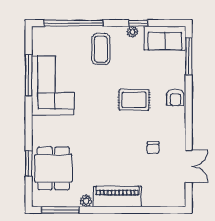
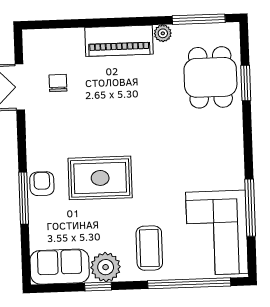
plant: (132, 32) -> (106, 267), width x1.88, depth x1.88
window: (189, 56) -> (24, 198), moved
corner sofa: (53, 85) -> (217, 233), moved
rug: (134, 100) -> (100, 178), width x1.36, depth x1.43
chair: (153, 148) -> (58, 83), moved

